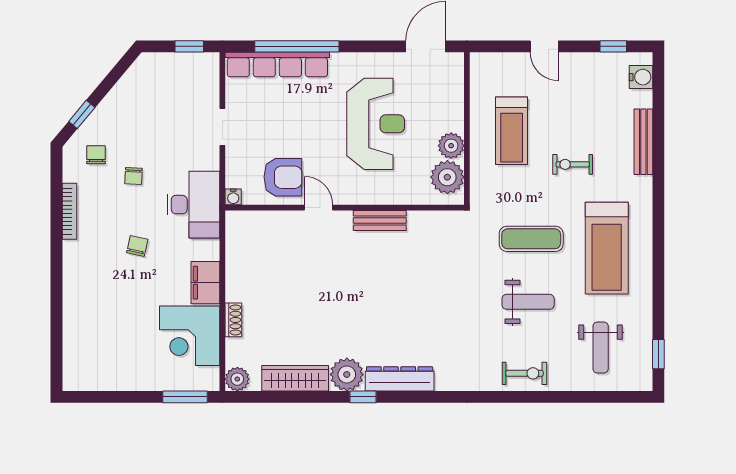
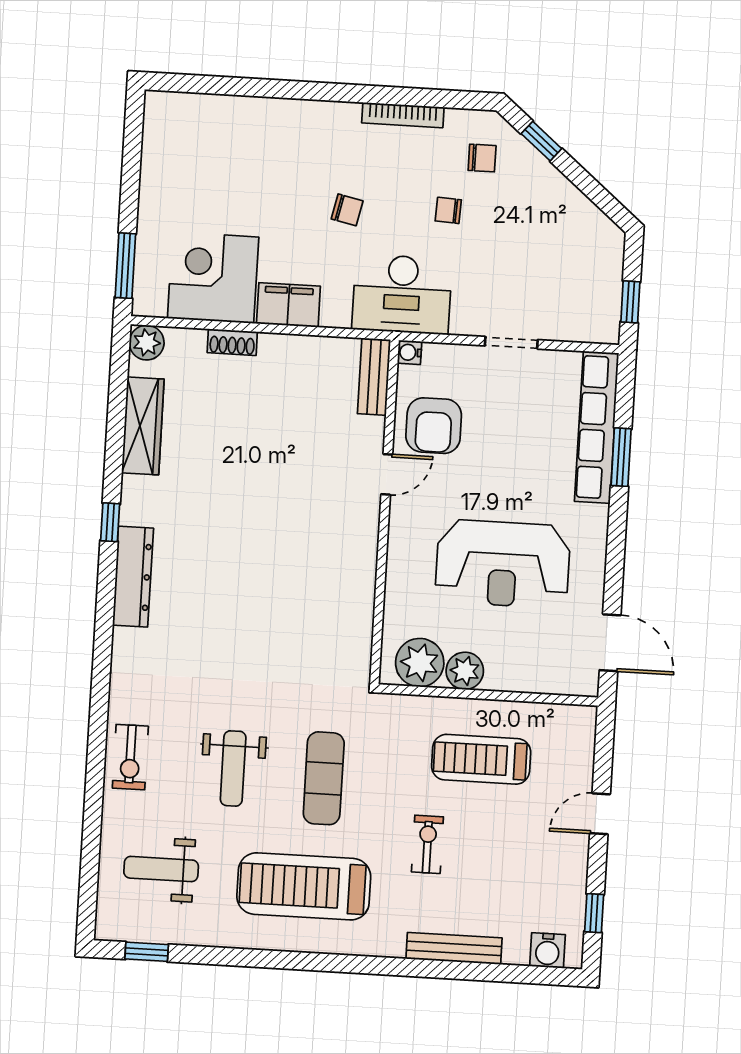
window: (297, 46) -> (621, 457), width x0.47
bench: (380, 221) -> (374, 377), moved
plant: (347, 374) -> (144, 501), removed

